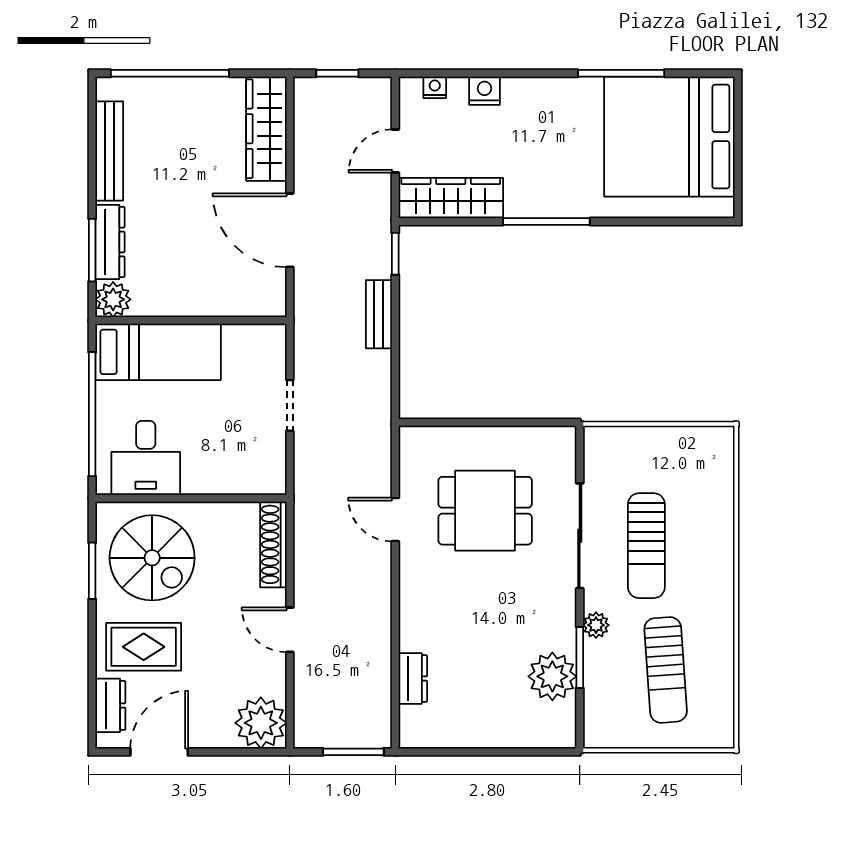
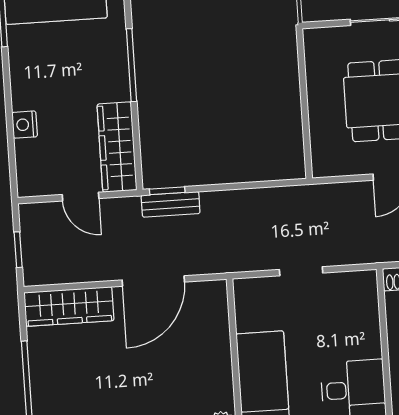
nightstand: (435, 87) -> (25, 167), removed
bench: (379, 314) -> (171, 204), moved

